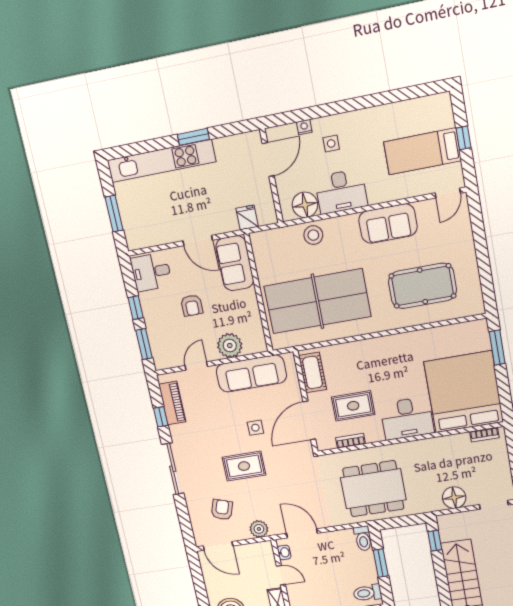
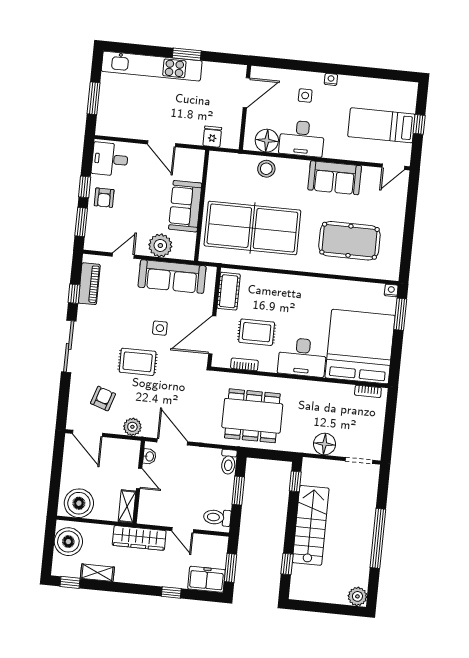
nightstand: (304, 127) -> (331, 79), moved
sofa: (235, 263) -> (185, 206), moved
armchair: (192, 305) -> (104, 198), moved
nightstand: (481, 326) -> (391, 290), added

